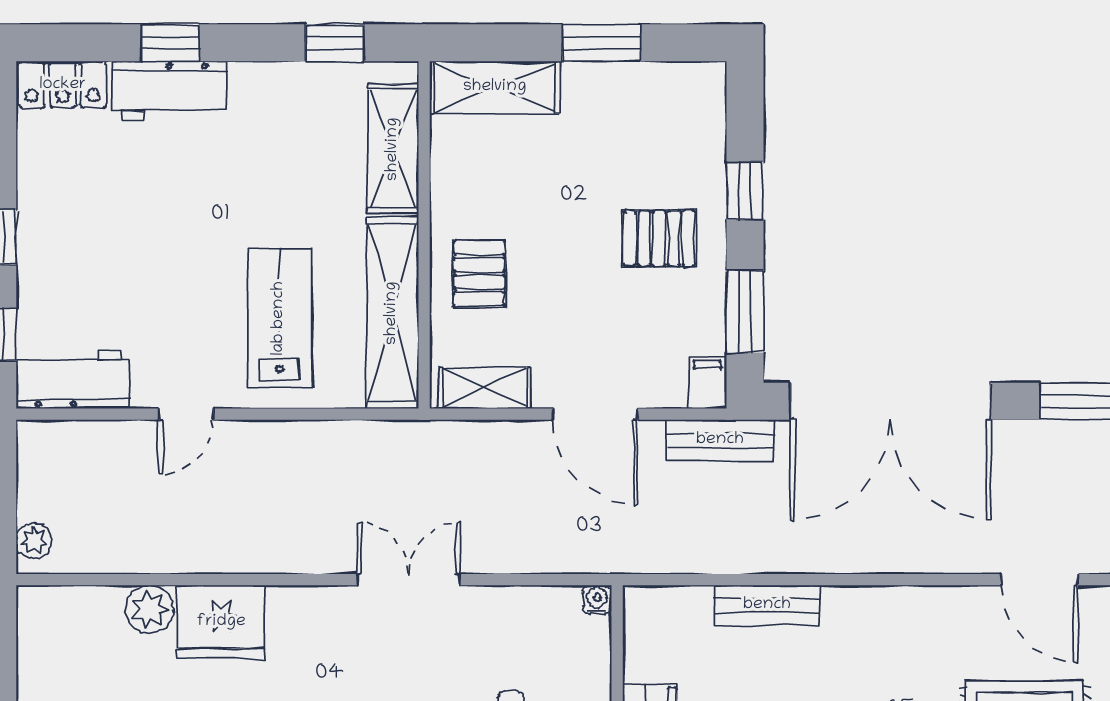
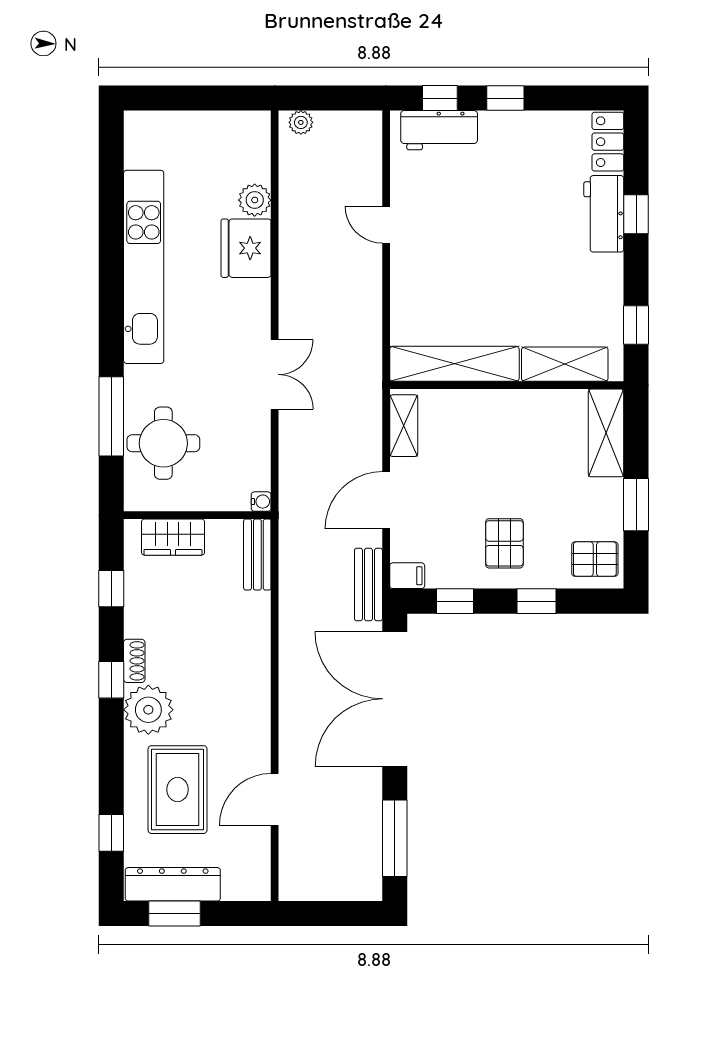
pallet: (479, 273) -> (595, 559), moved
window: (745, 312) -> (455, 601), width x0.67
lab bench: (279, 318) -> (451, 288), removed
workbench: (73, 379) -> (439, 130), moved, turned 90
bench: (767, 605) -> (257, 555), moved

